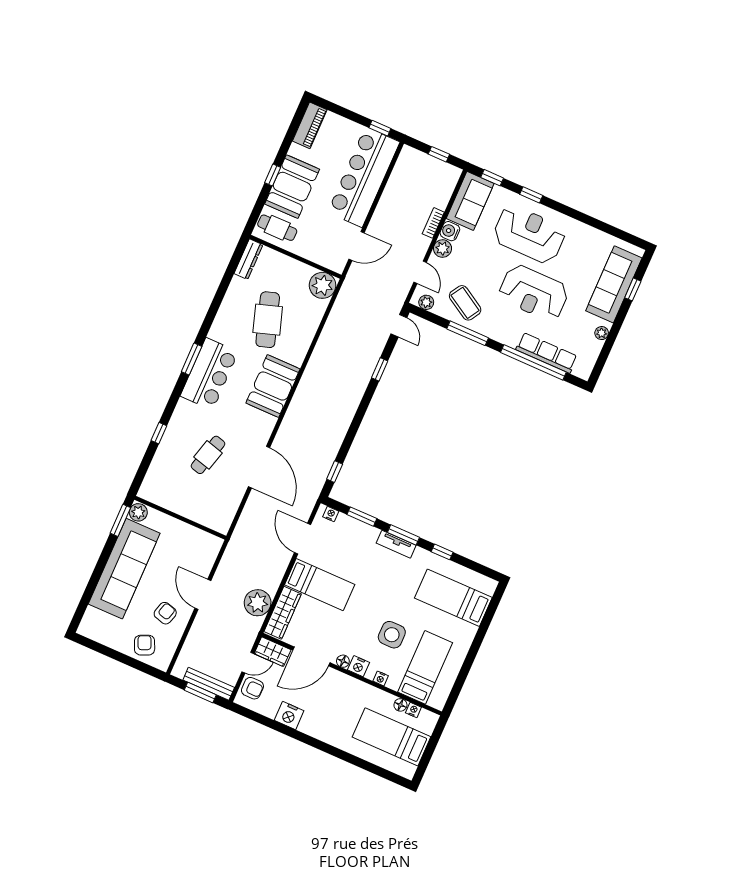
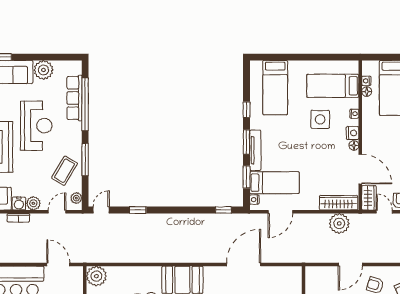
plant: (602, 333) -> (43, 70), width x1.87, depth x1.87
tv unit: (396, 544) -> (255, 150), width x1.41
bed: (320, 585) -> (274, 183), moved, turned 90

